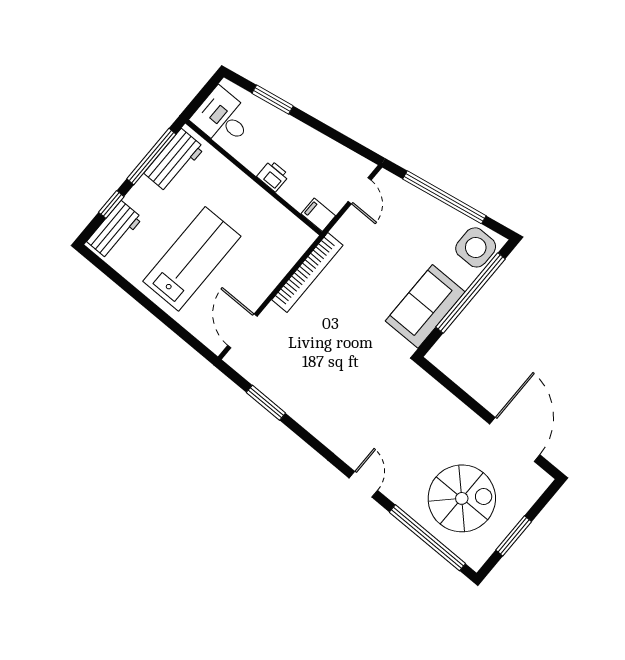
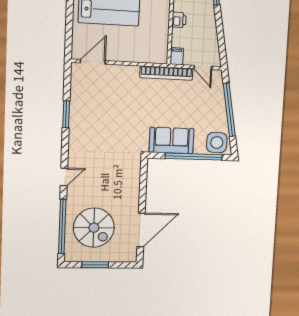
door: (360, 191) -> (203, 67), hinge flipped
bookcase: (307, 273) -> (166, 73), moved
window: (266, 403) -> (66, 114), moved

